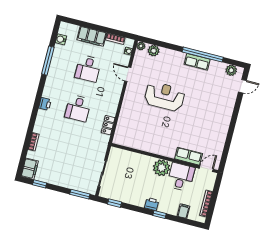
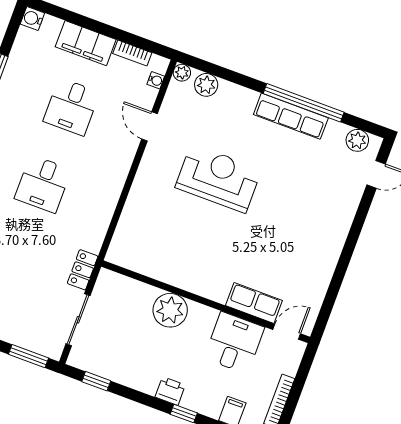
water cooler: (61, 39) -> (32, 18), moved
row of seats: (197, 62) -> (291, 116), width x1.48
locker: (108, 125) -> (83, 270), moved
plant: (162, 168) -> (170, 310), moved

